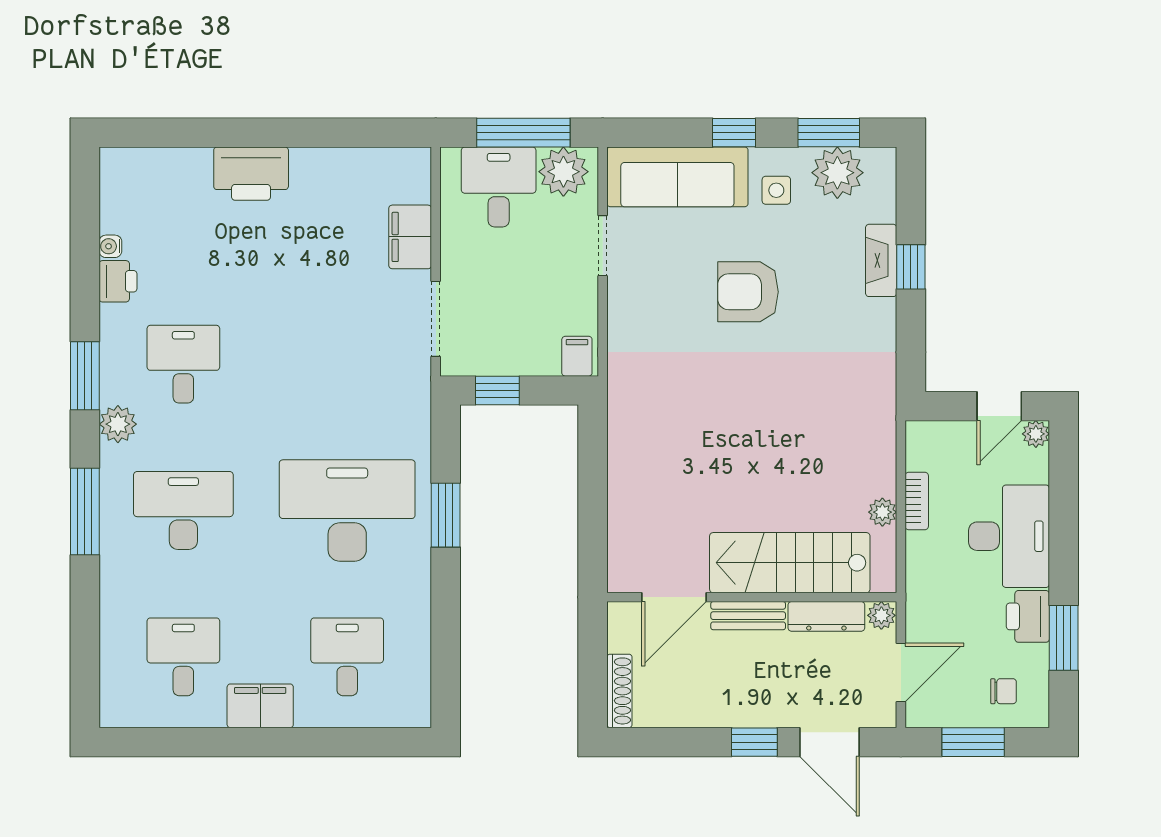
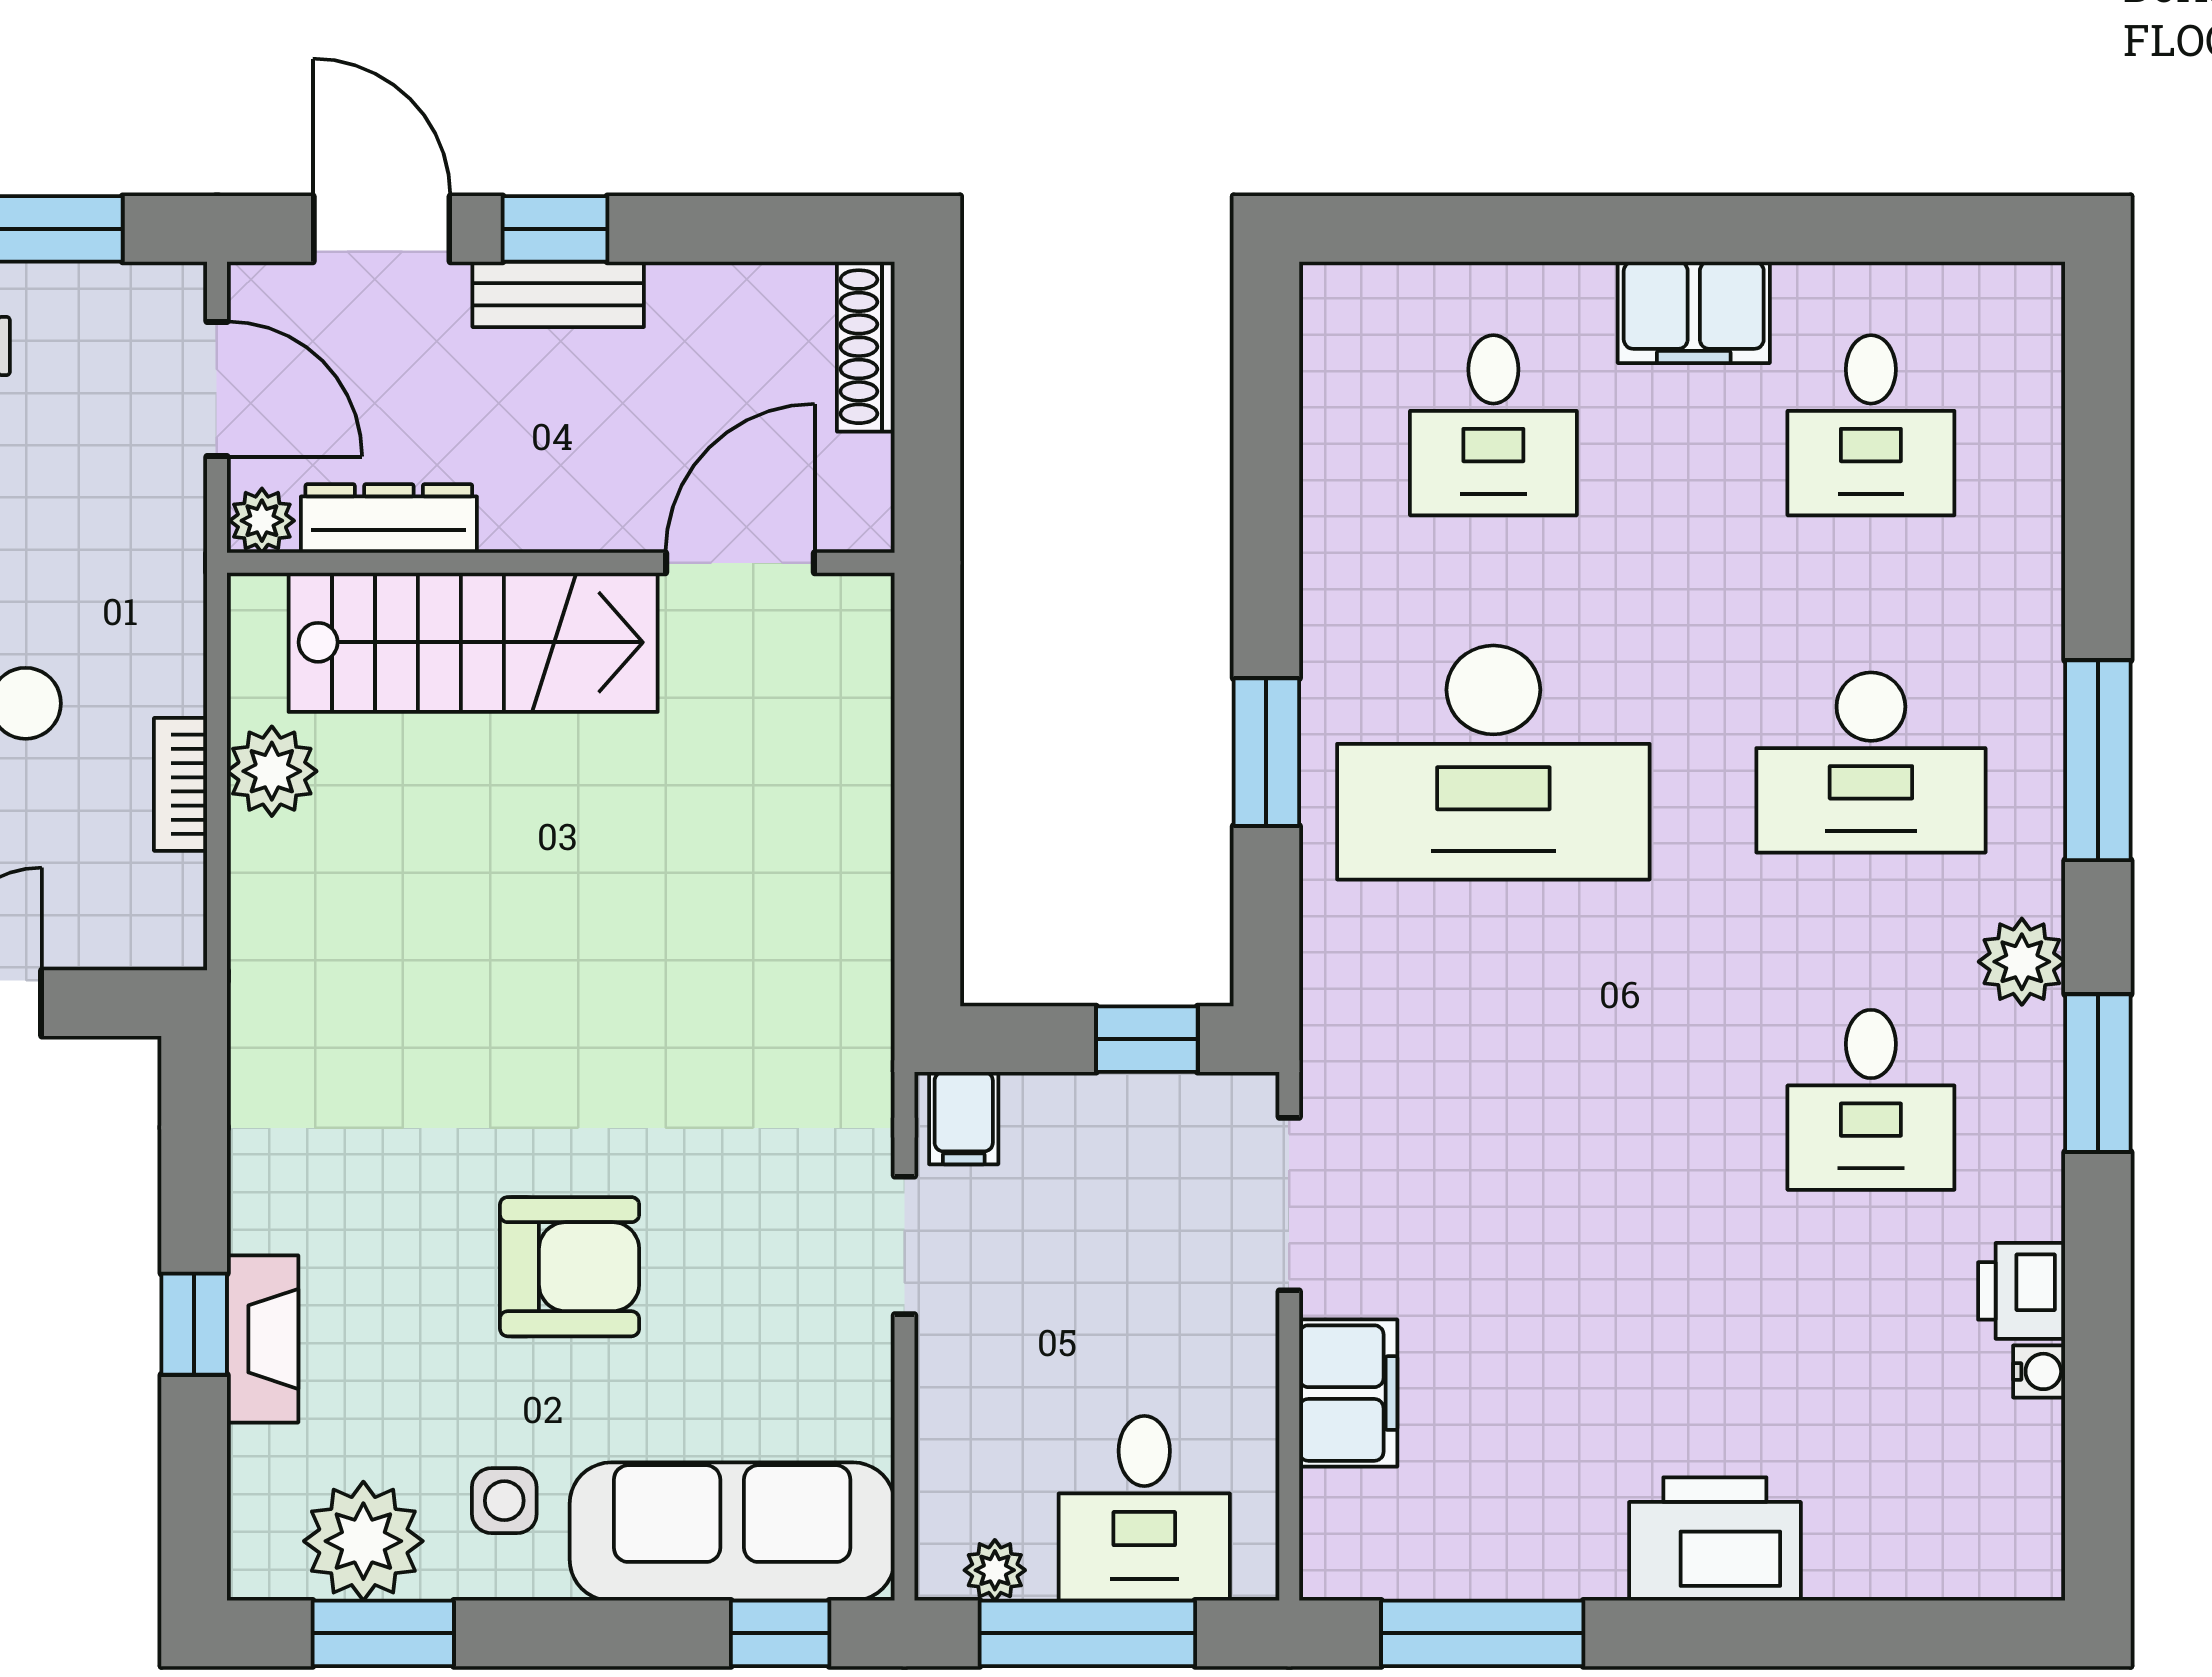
window: (352, 133) -> (1482, 1633), added
window: (734, 133) -> (780, 1633), moved
plant: (563, 172) -> (995, 1570), width x0.53, depth x0.53
doorway: (603, 246) -> (905, 1245), moved
plant: (882, 512) -> (272, 771), width x1.38, depth x1.38
bench: (748, 616) -> (558, 294), moved
door: (901, 673) -> (217, 389), swing flipped

